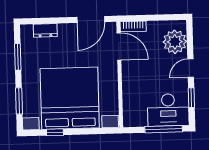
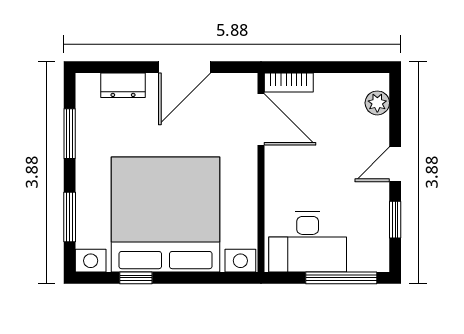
door: (91, 19) -> (185, 67), moved
plant: (175, 42) -> (377, 103), width x0.53, depth x0.53
desk: (168, 110) -> (308, 242), moved

